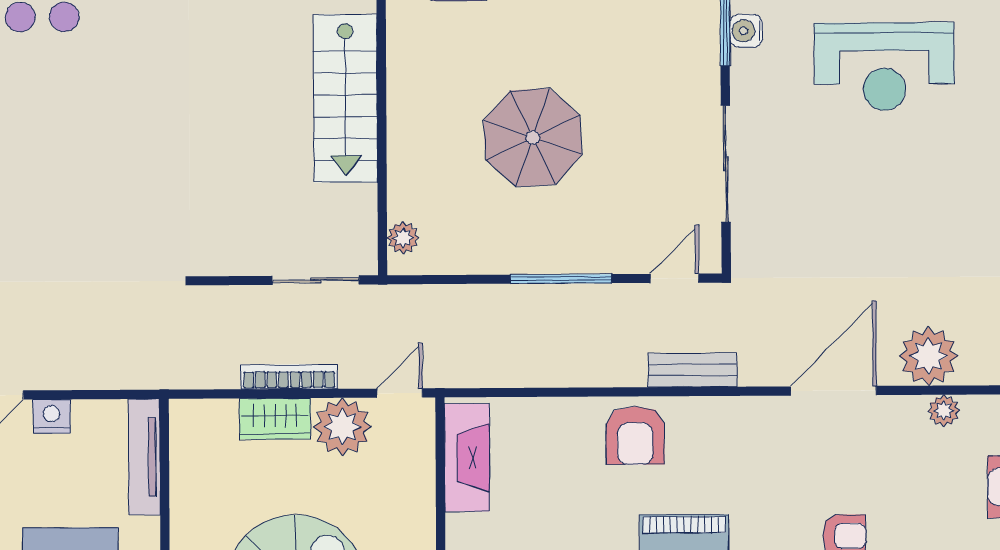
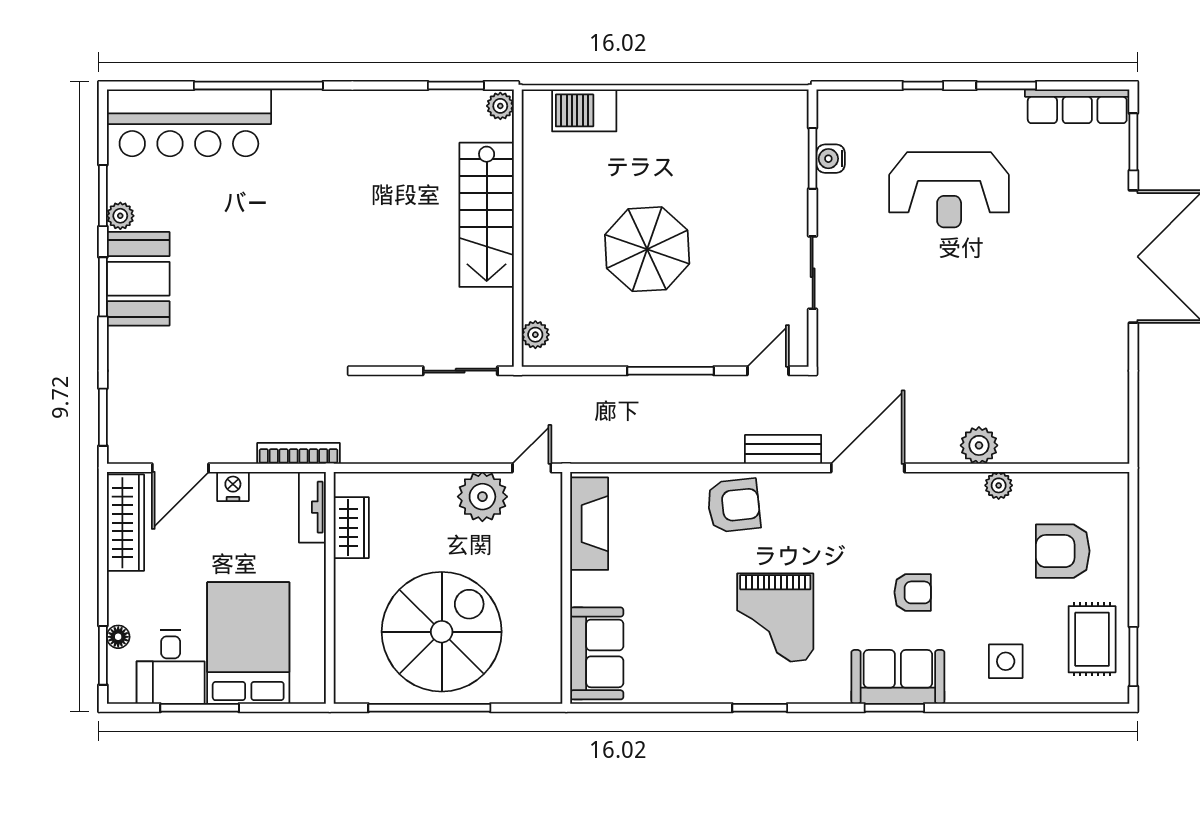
sliding door: (726, 164) -> (813, 273), width x0.73
plant: (929, 356) -> (979, 445), width x0.73, depth x0.73
bookcase: (289, 377) -> (299, 453), moved
door: (834, 391) -> (868, 468), moved
wardrobe: (275, 419) -> (351, 528), moved, turned -90
armchair: (635, 436) -> (734, 505), turned -96
tv unit: (144, 457) -> (312, 507), width x0.71

